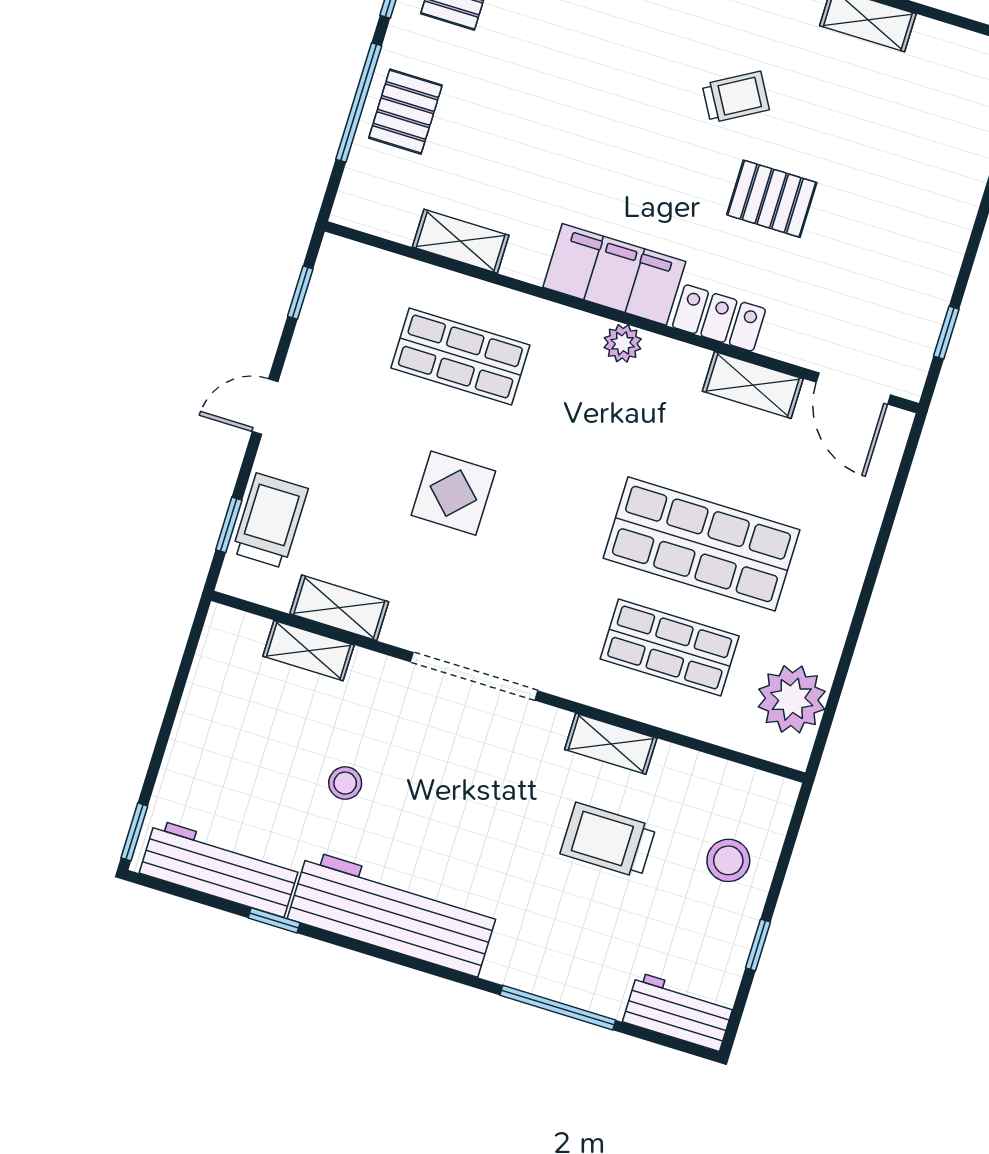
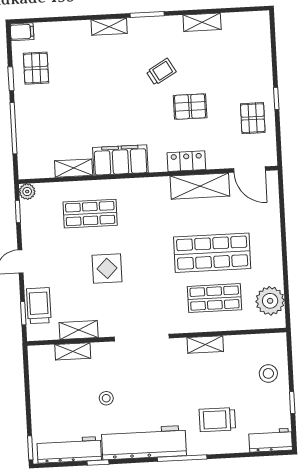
pallet: (405, 112) -> (253, 118), moved
filing cabinet: (614, 274) -> (120, 160), moved
window: (946, 333) -> (276, 98), moved
plant: (623, 343) -> (27, 192), moved
shelving: (753, 385) -> (200, 186), width x1.50, depth x1.33
trolley: (608, 840) -> (217, 420), moved
window: (558, 1008) -> (182, 458), moved

